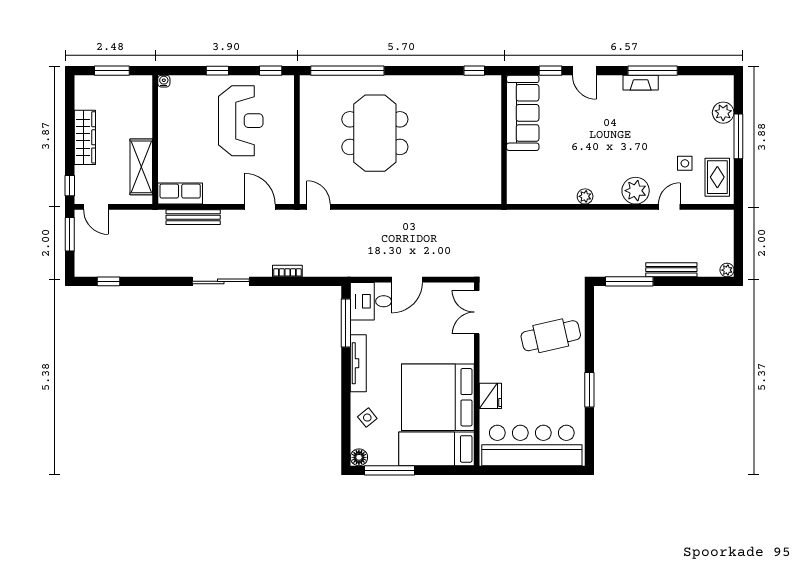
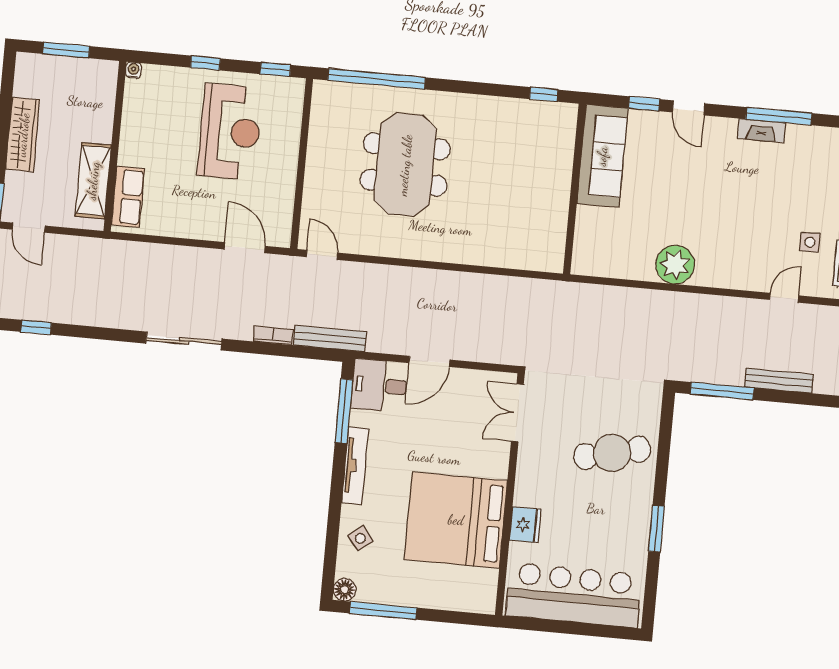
plant: (636, 191) -> (742, 272), removed
row of seats: (180, 194) -> (128, 197), moved, turned 90
plant: (585, 196) -> (675, 265), width x1.88, depth x1.88
bench: (193, 217) -> (330, 339), moved
bed: (436, 449) -> (448, 588), removed

